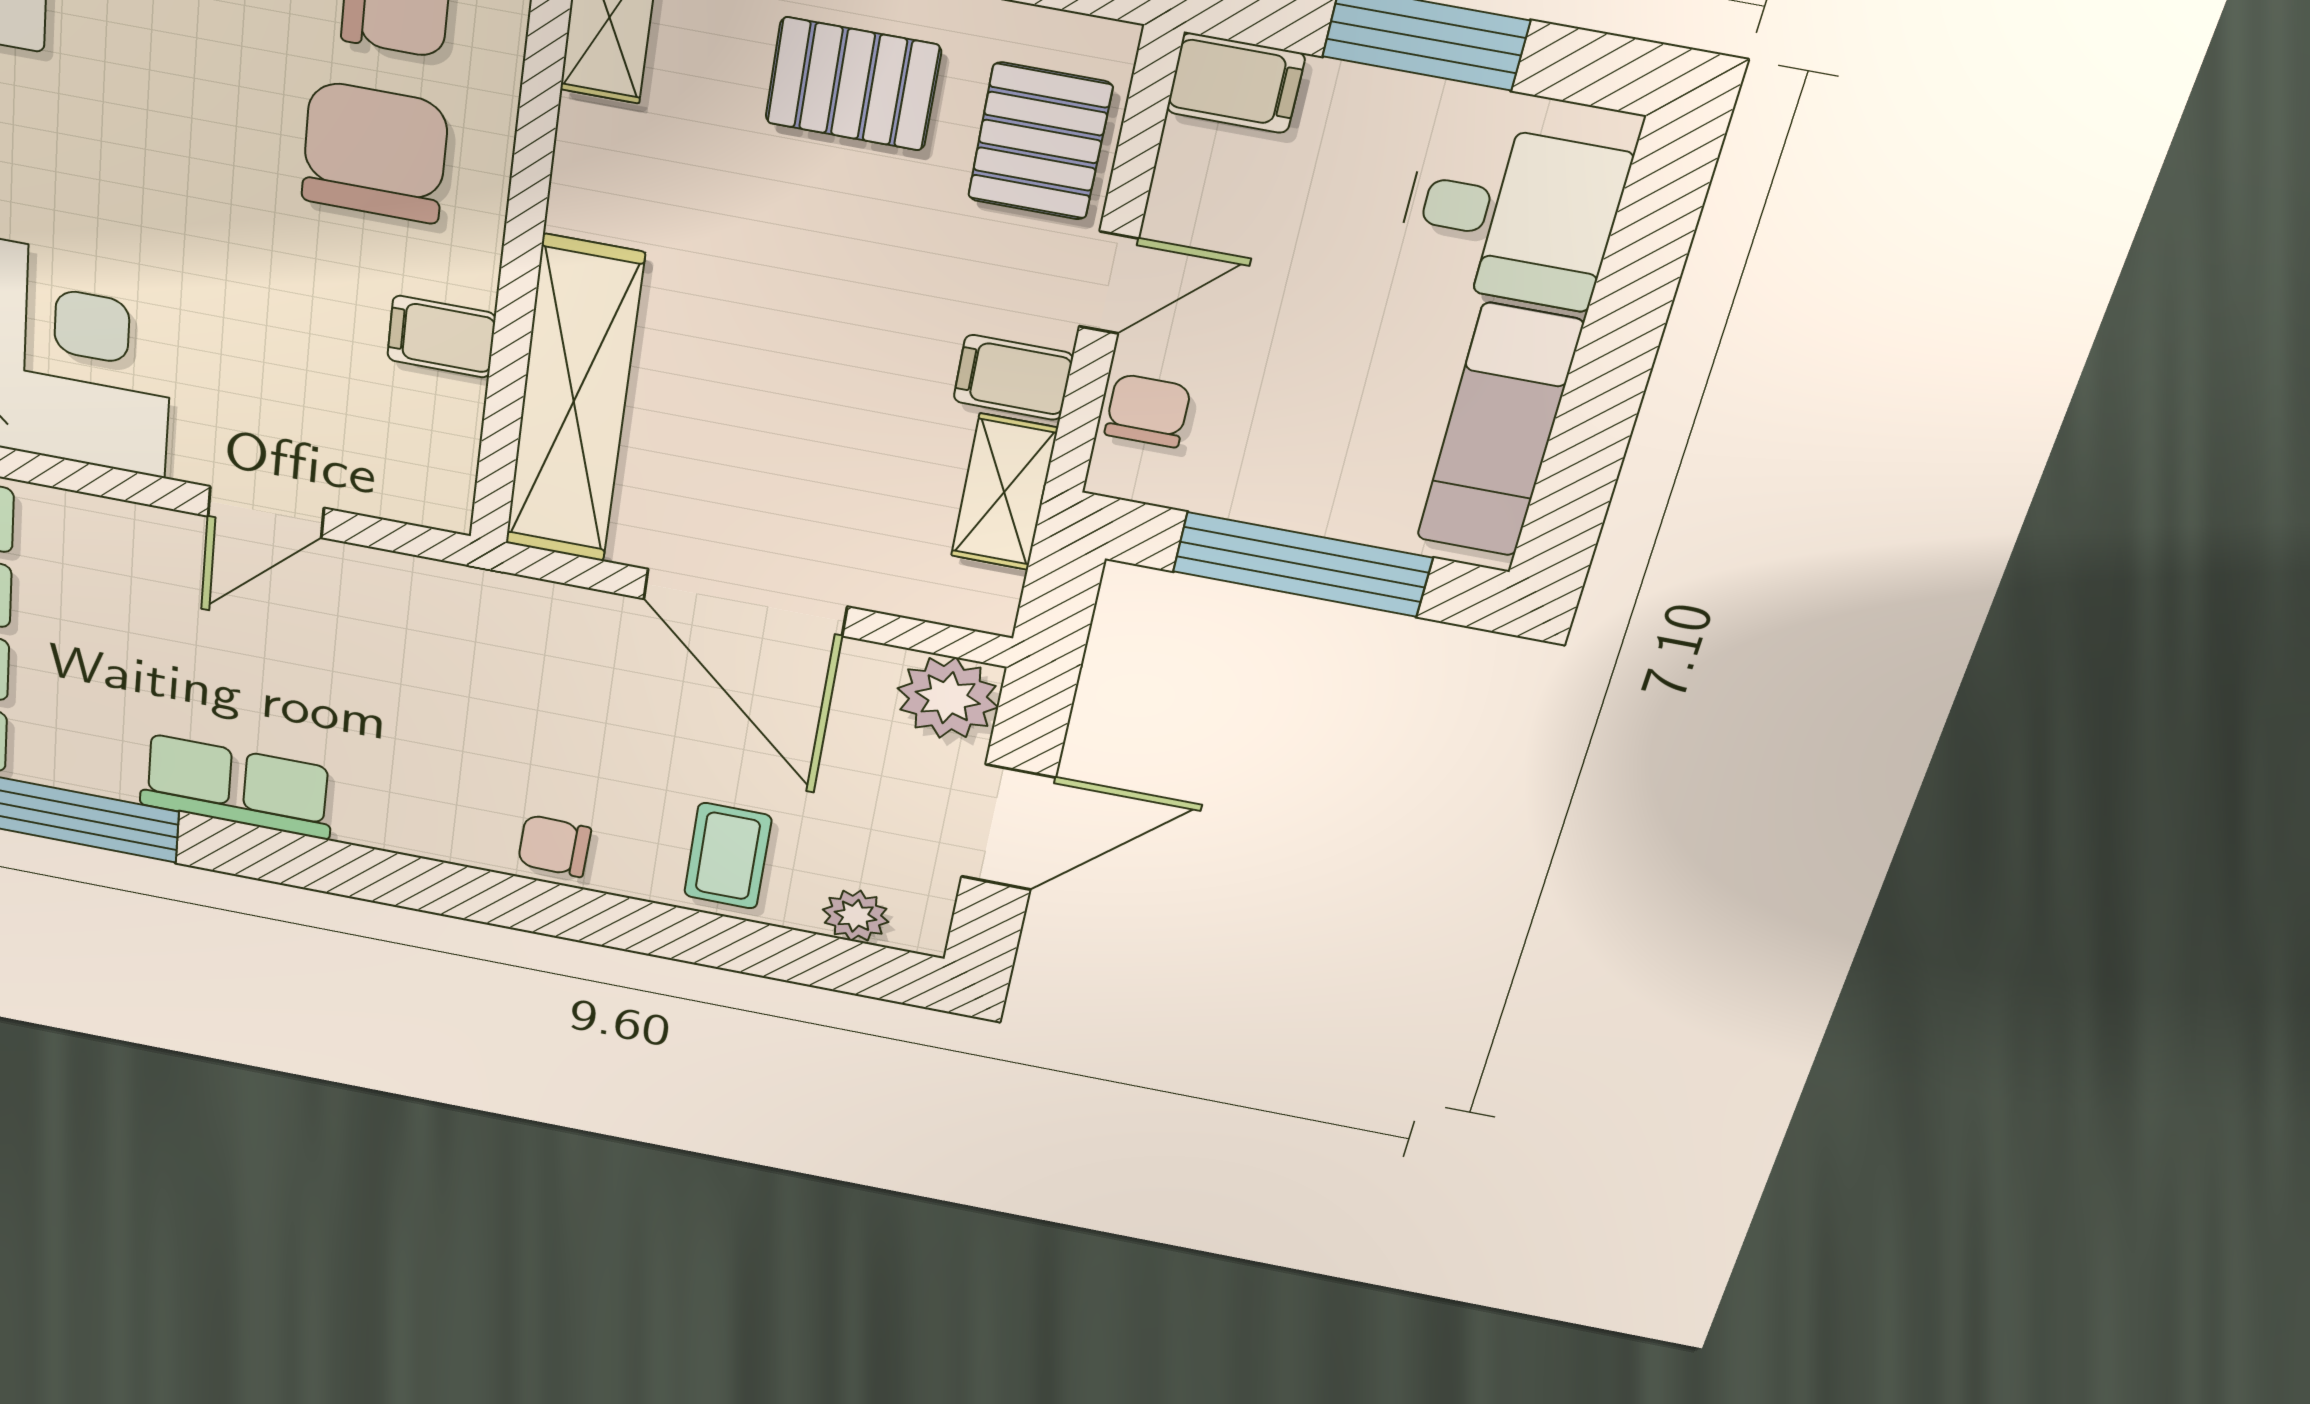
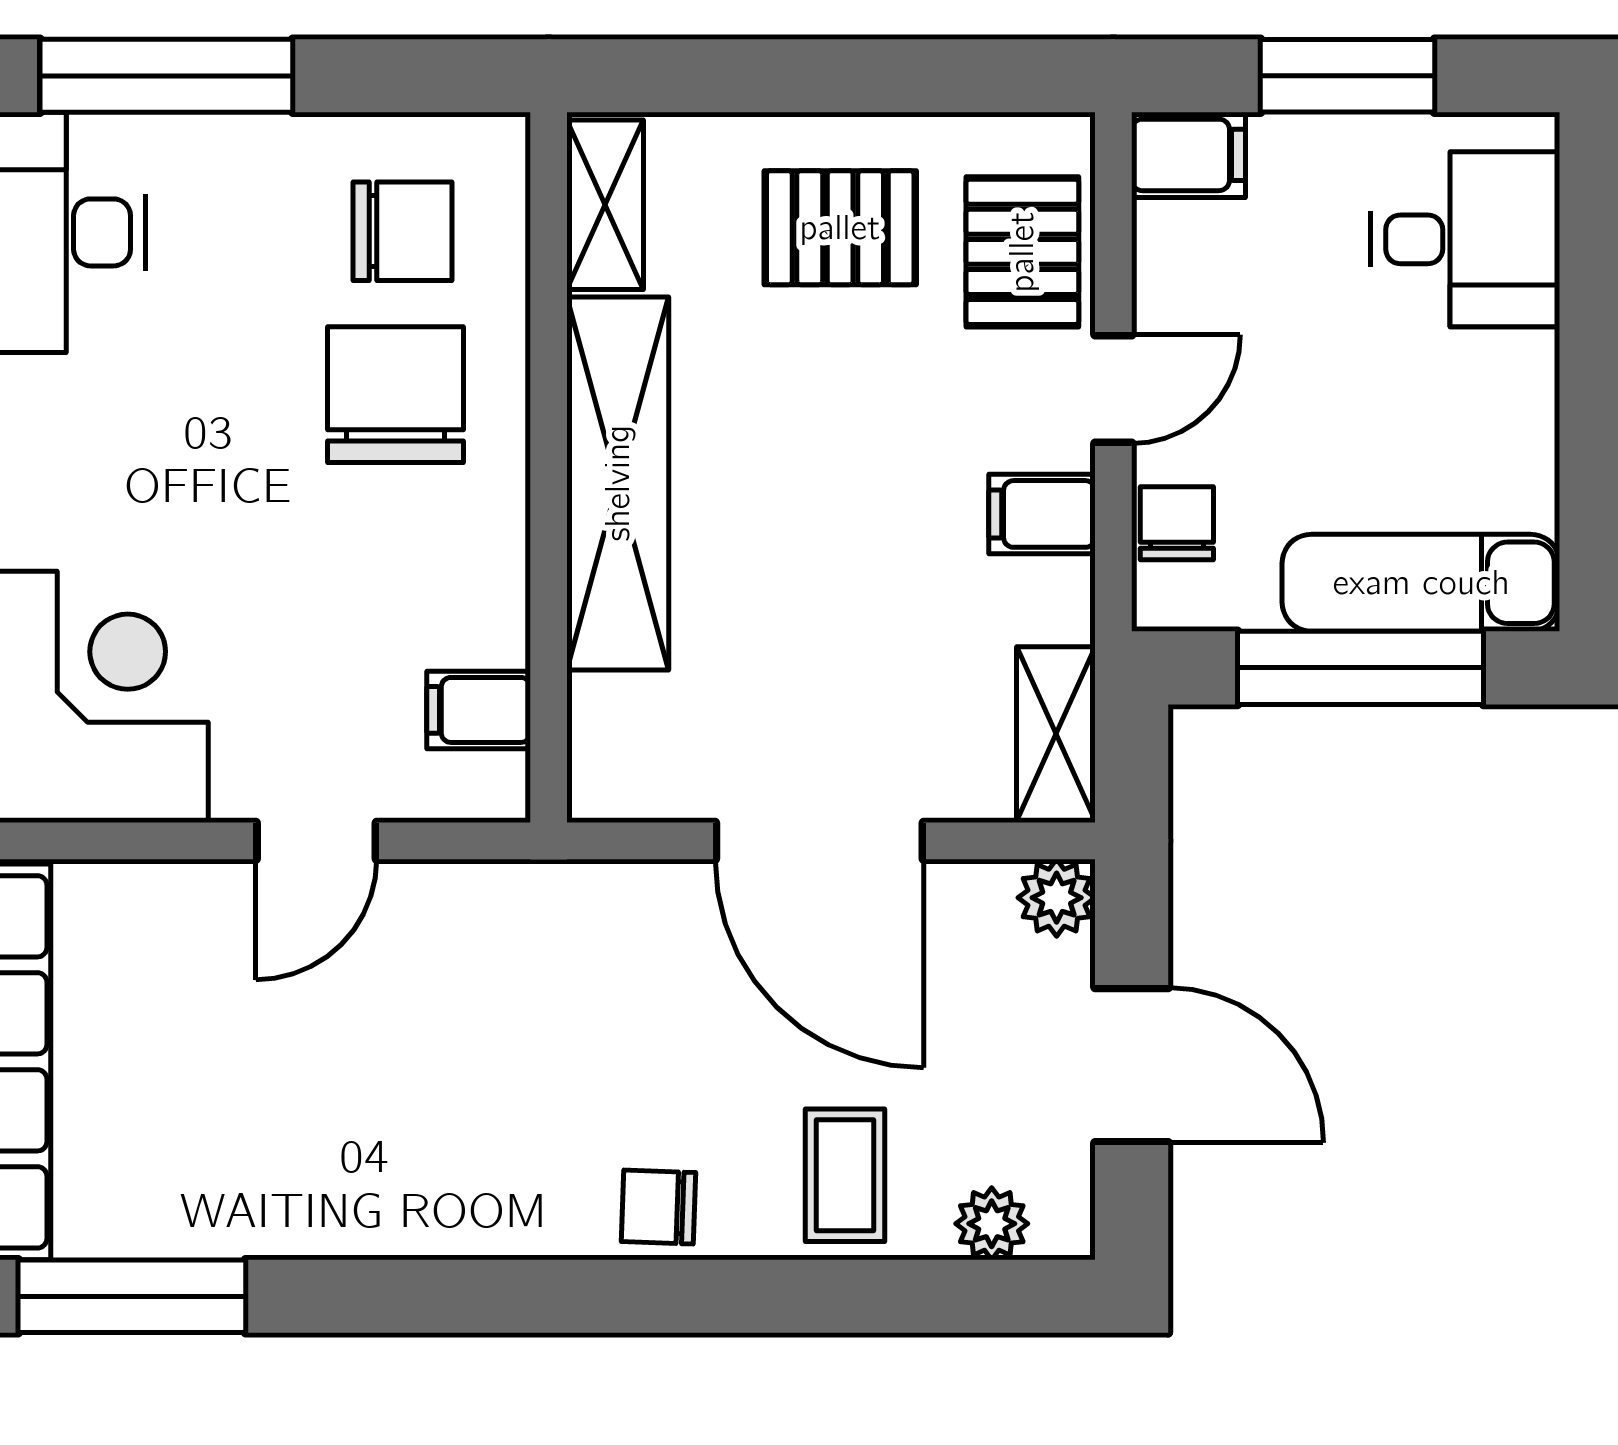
filing cabinet: (441, 337) -> (479, 710), moved
shelving: (574, 401) -> (618, 483), moved
exam couch: (1499, 431) -> (1421, 583), moved, turned 90
shelving: (1004, 492) -> (1056, 734), moved
plant: (948, 698) -> (1057, 898), width x0.73, depth x0.73
row of seats: (237, 787) -> (308, 1209), removed
door: (1008, 827) -> (1132, 1065), hinge flipped

